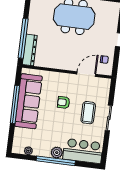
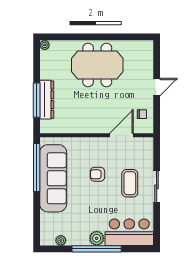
window: (23, 38) -> (37, 100), width x0.68
dresser: (30, 50) -> (47, 100), moved
window: (15, 104) -> (37, 167), moved

